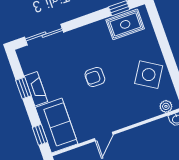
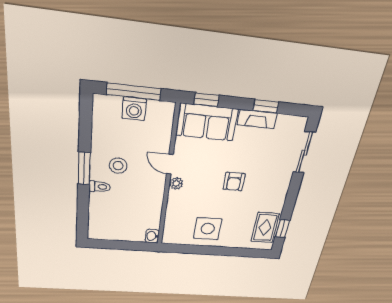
side table: (149, 75) -> (208, 229), turned -32
armchair: (95, 77) -> (234, 182), turned 180
plant: (166, 106) -> (176, 183), moved

